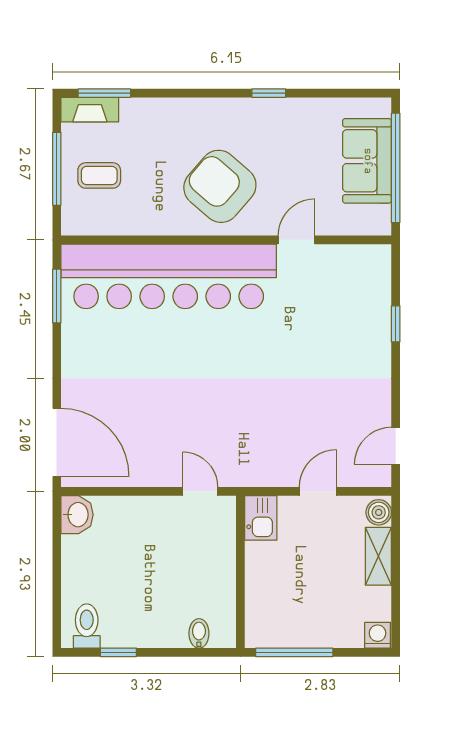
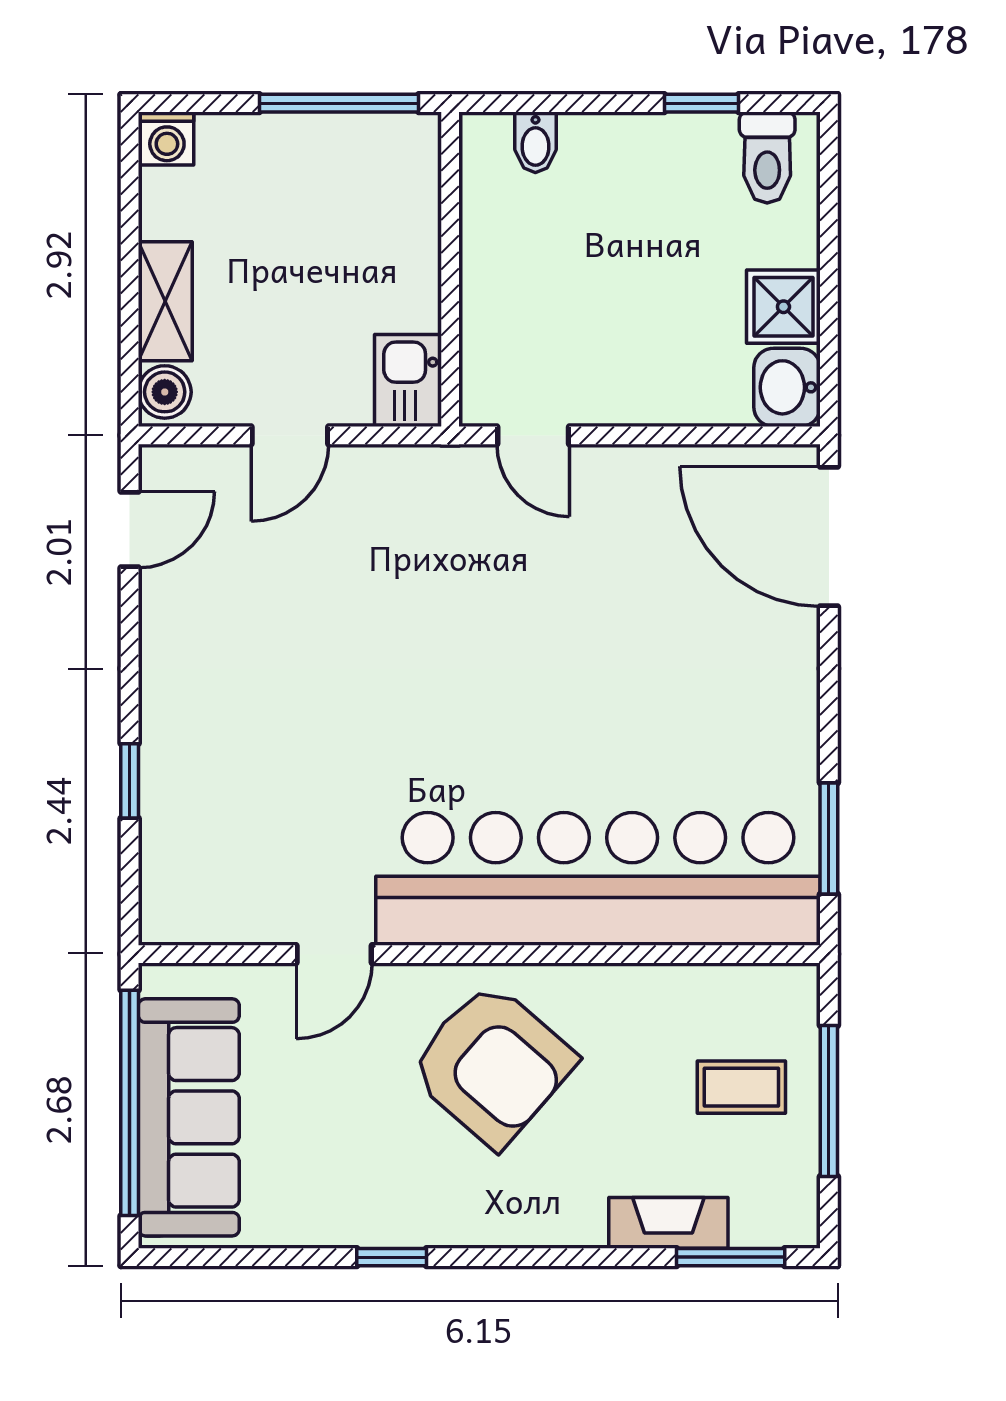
fireplace: (90, 110) -> (668, 1223), moved
sofa: (367, 161) -> (189, 1117), width x1.36
shower: (79, 554) -> (783, 307), added

